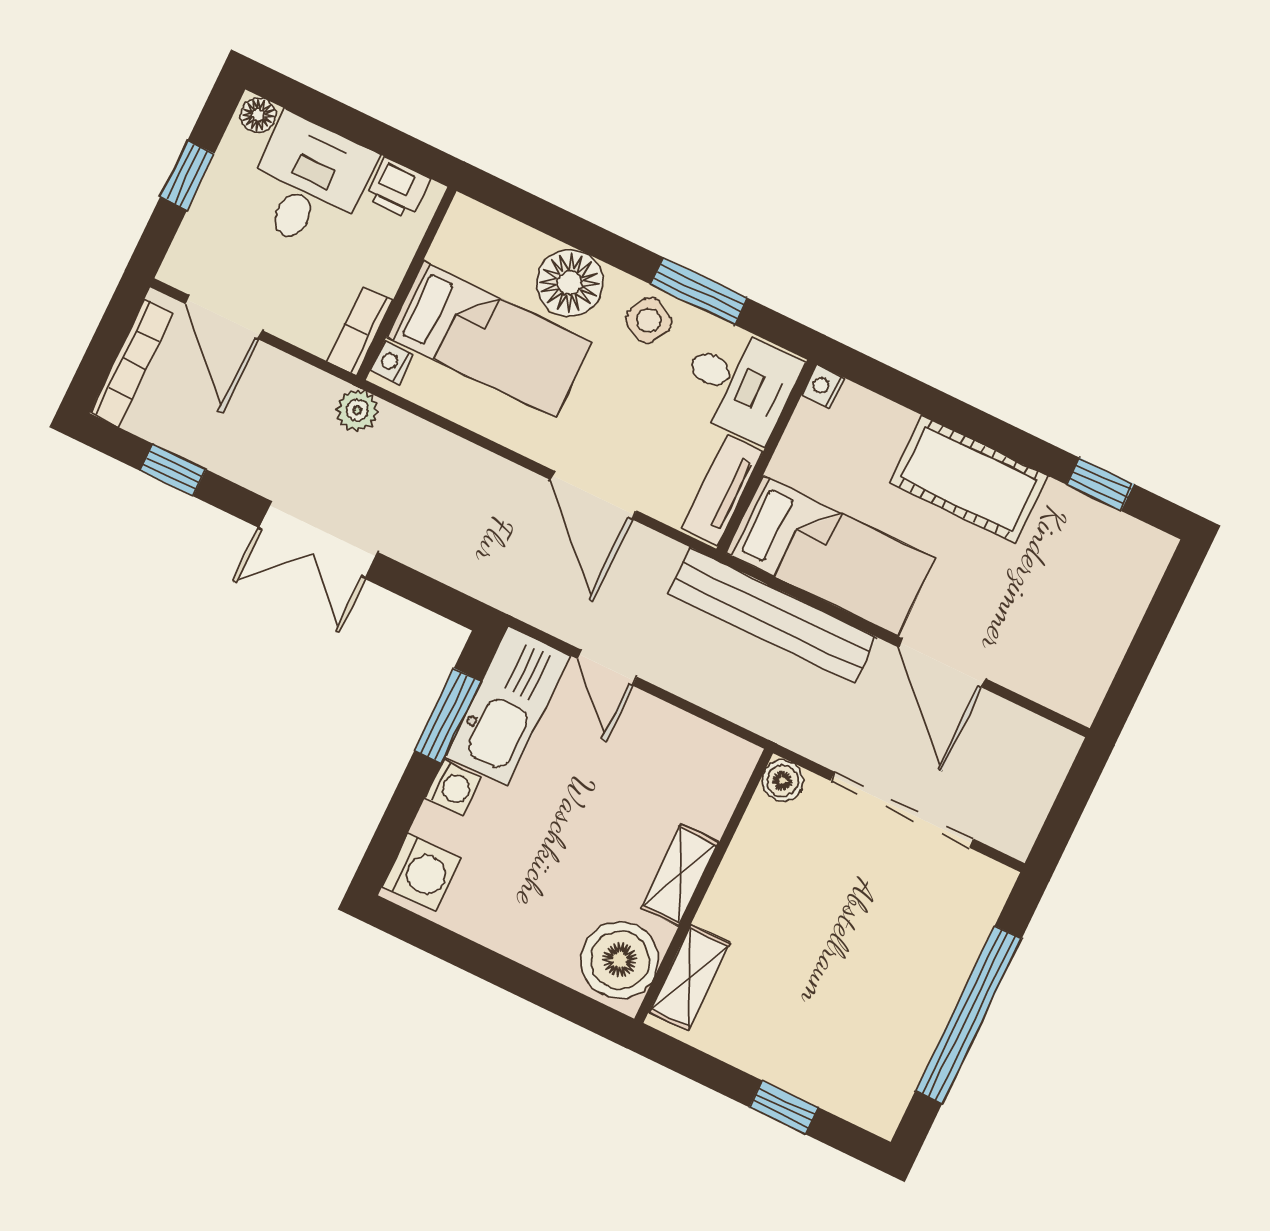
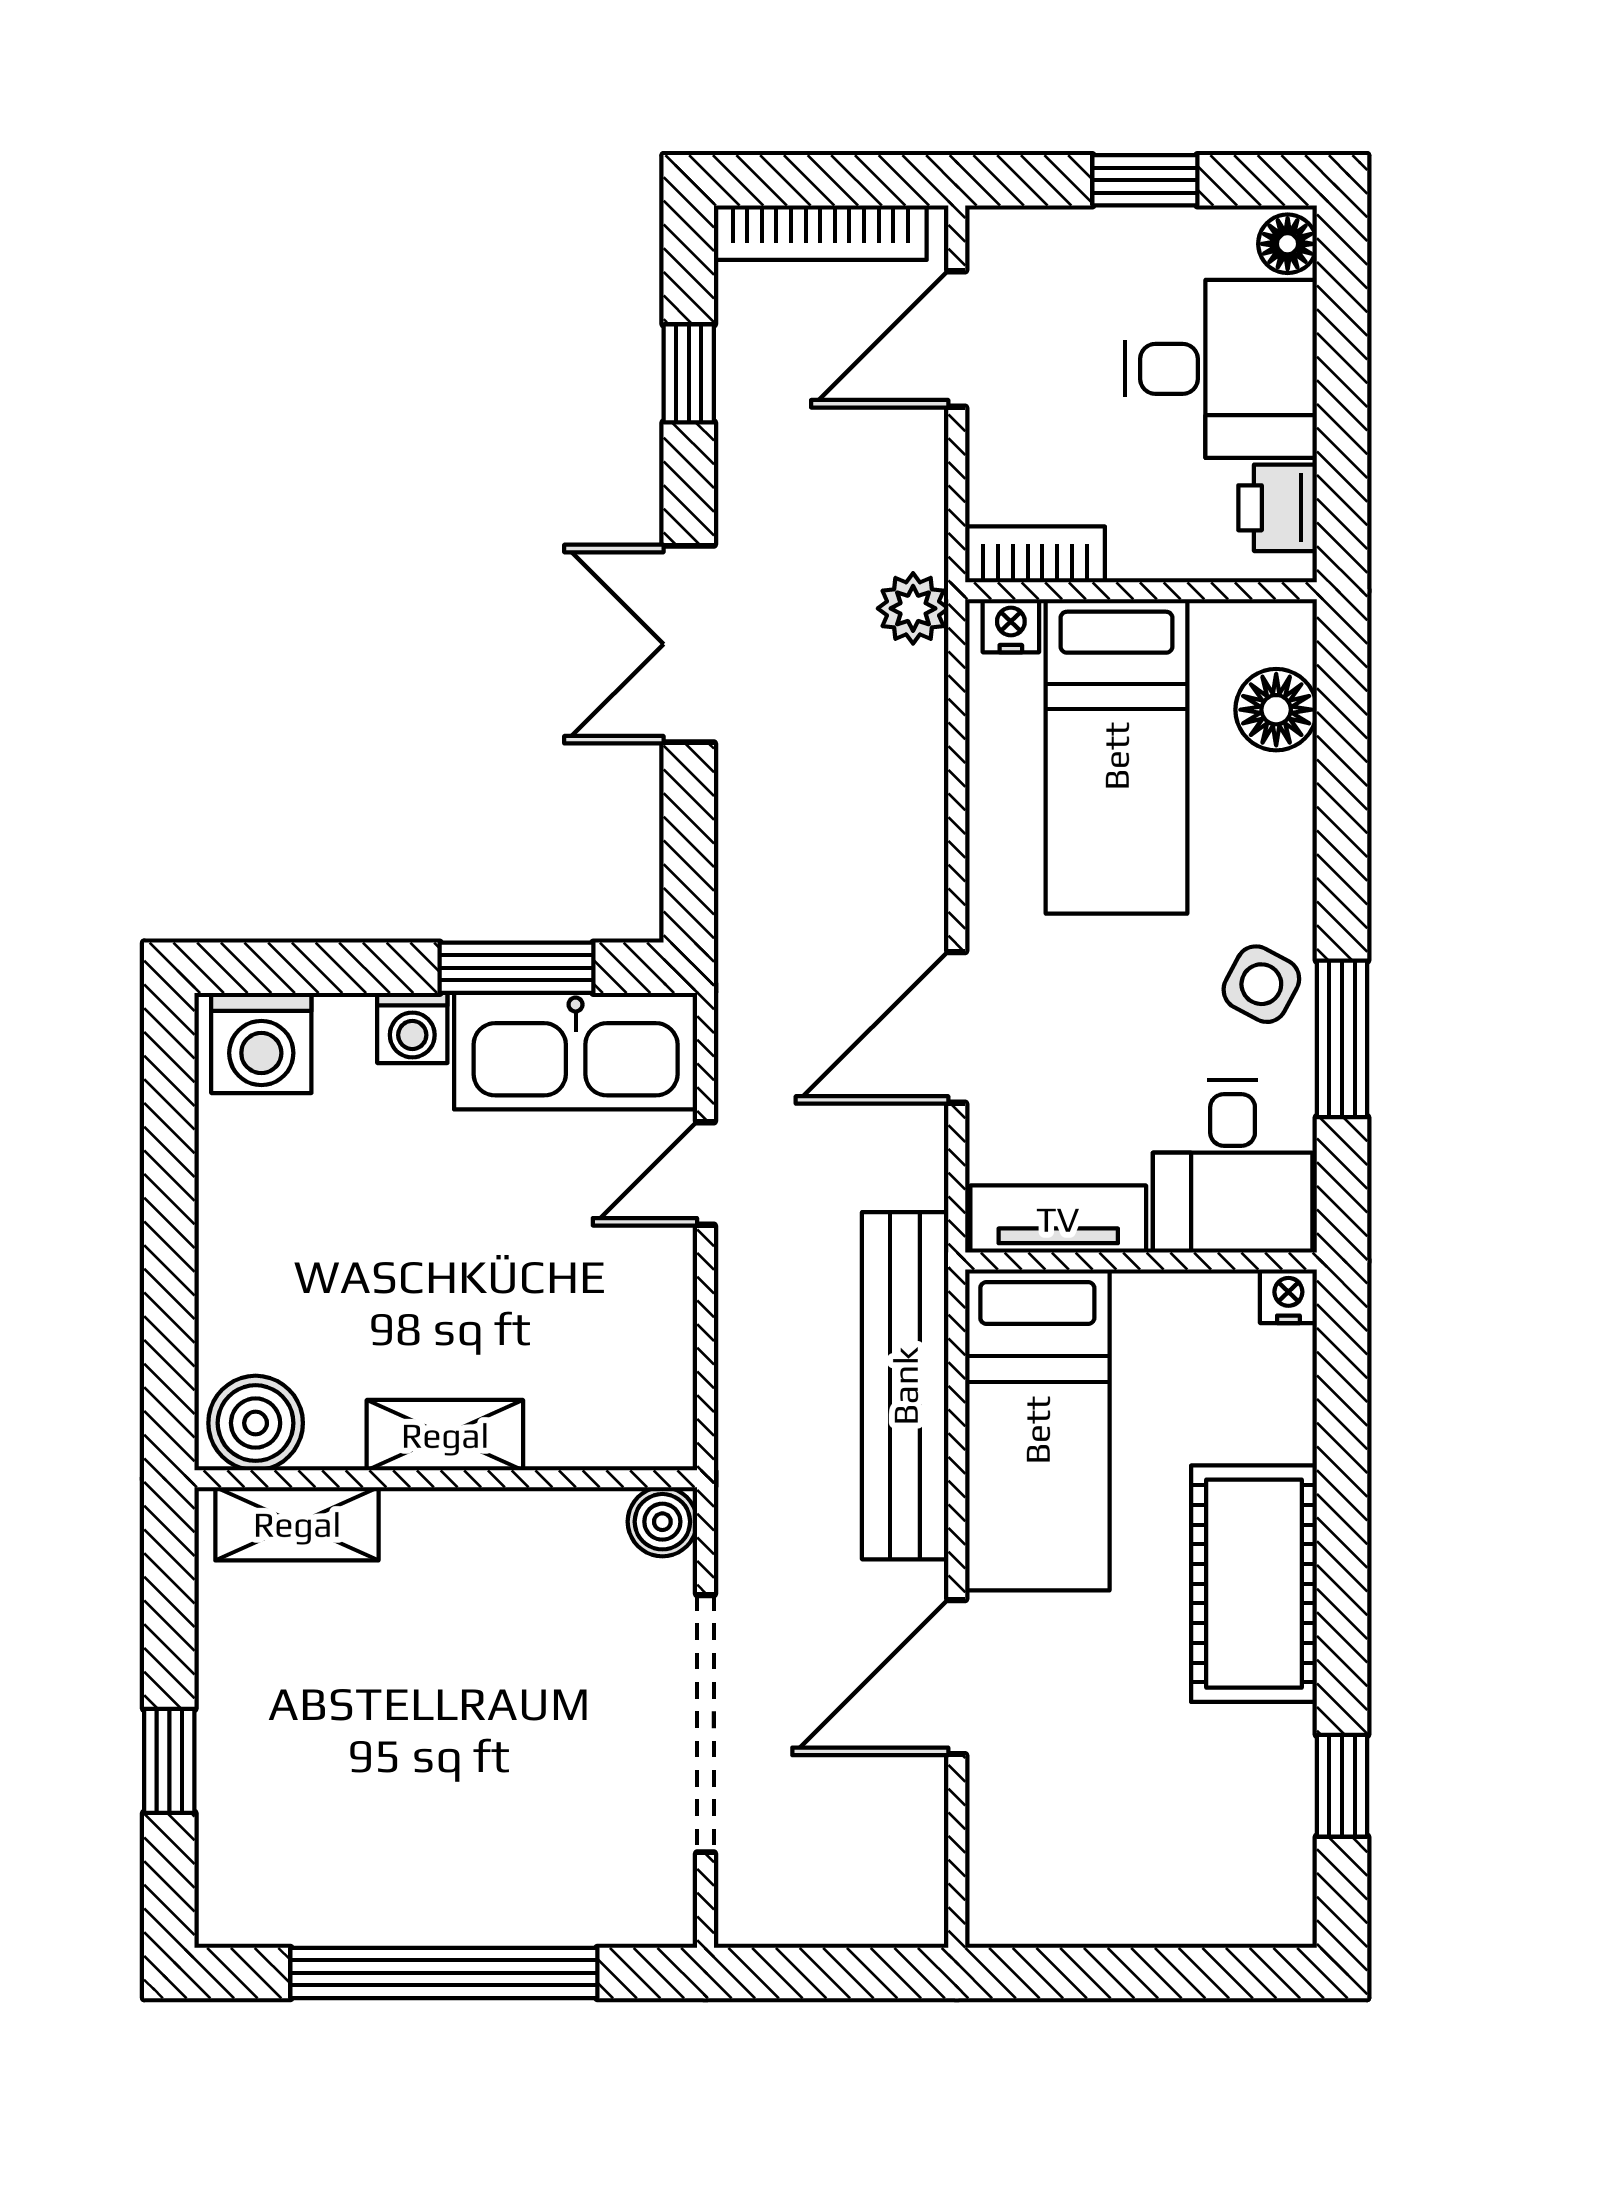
floor lamp: (570, 283) -> (1276, 710), moved, width x0.73, depth x0.73
boiler: (620, 960) -> (256, 1423), width x0.73, depth x0.73

